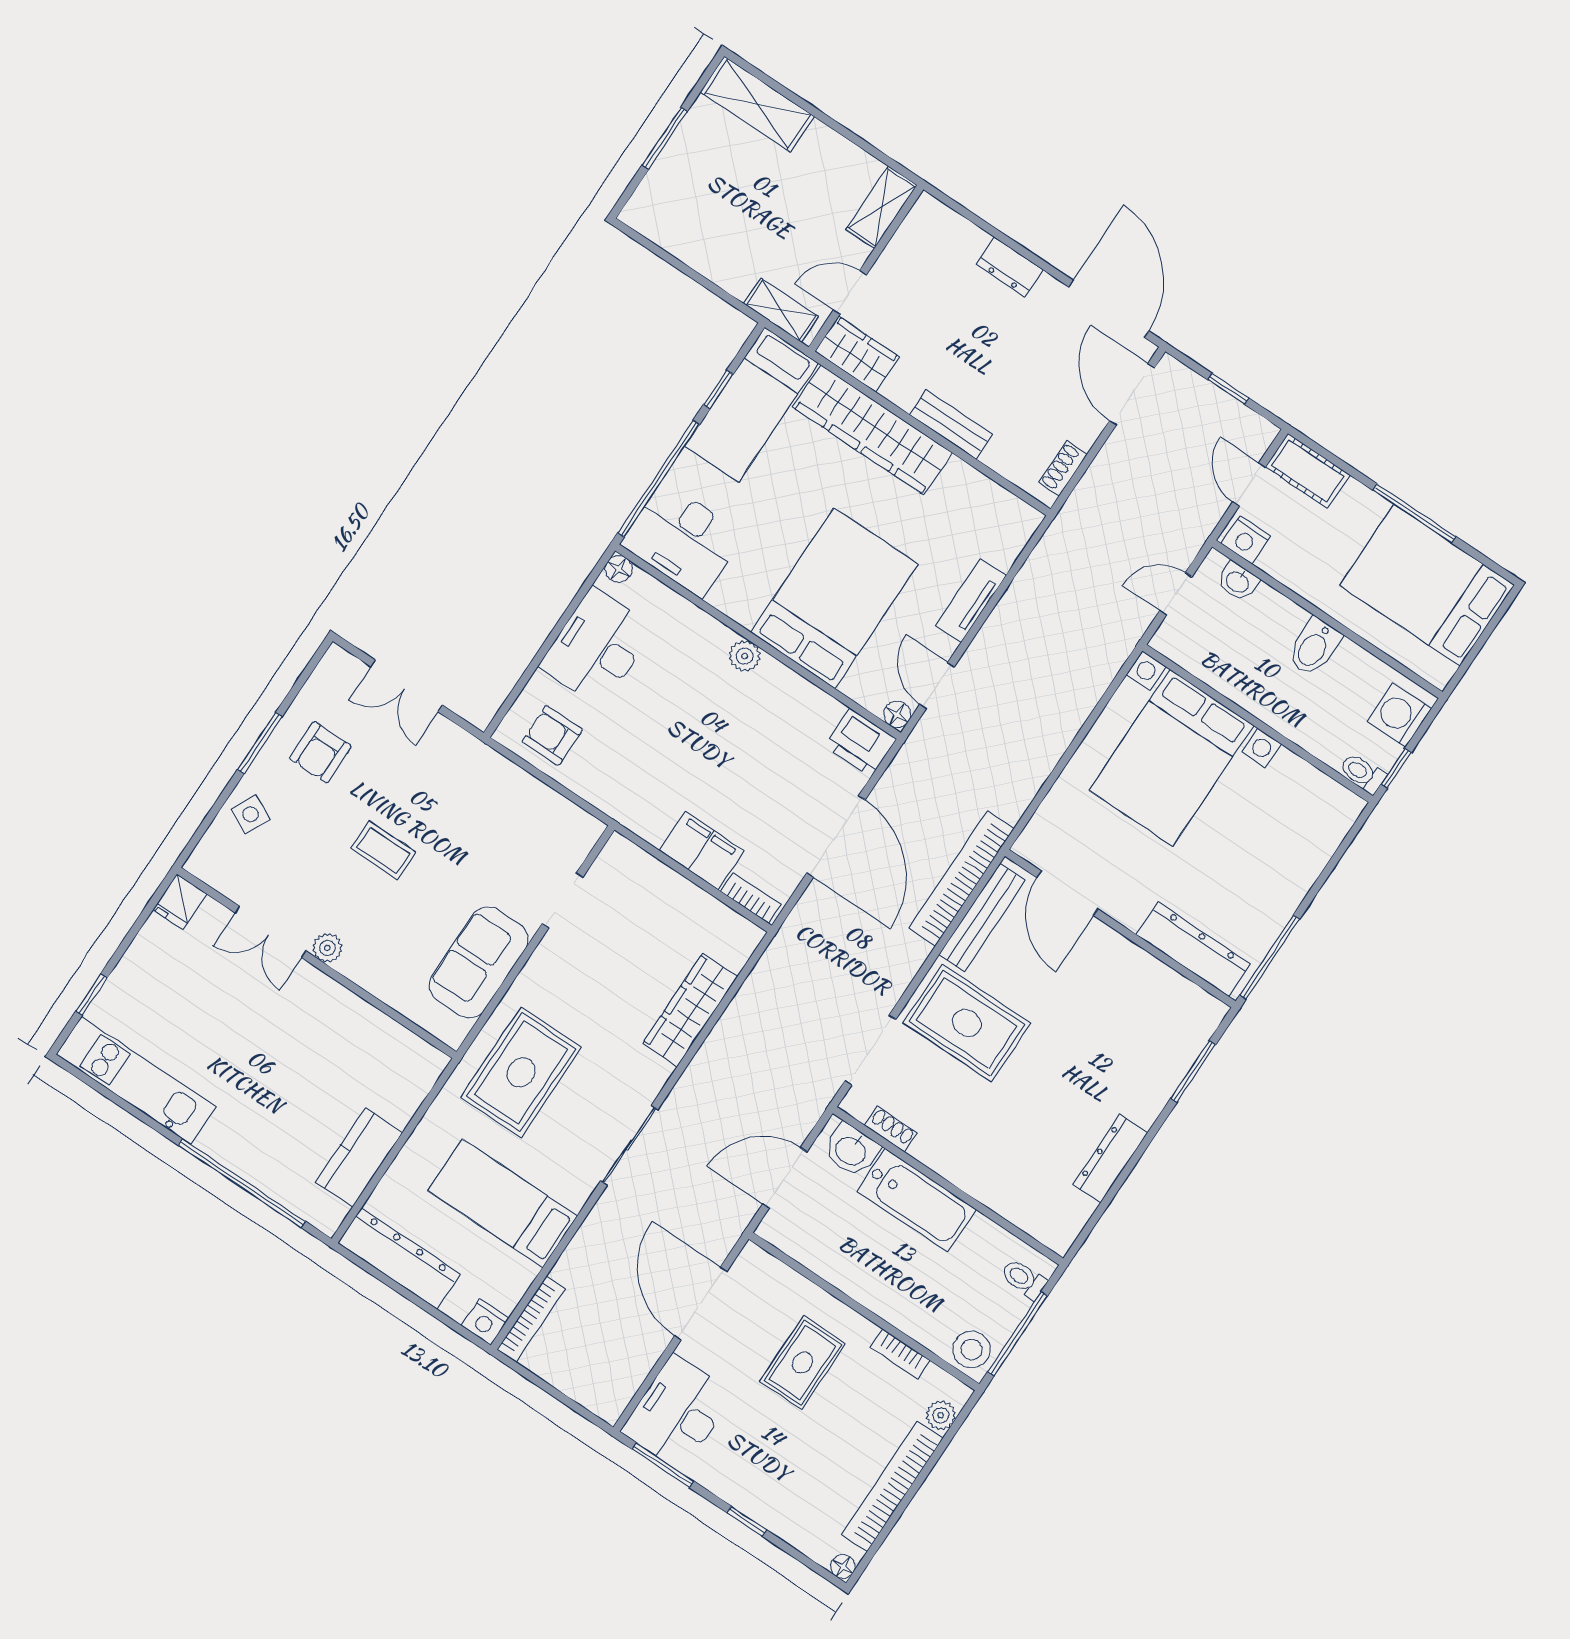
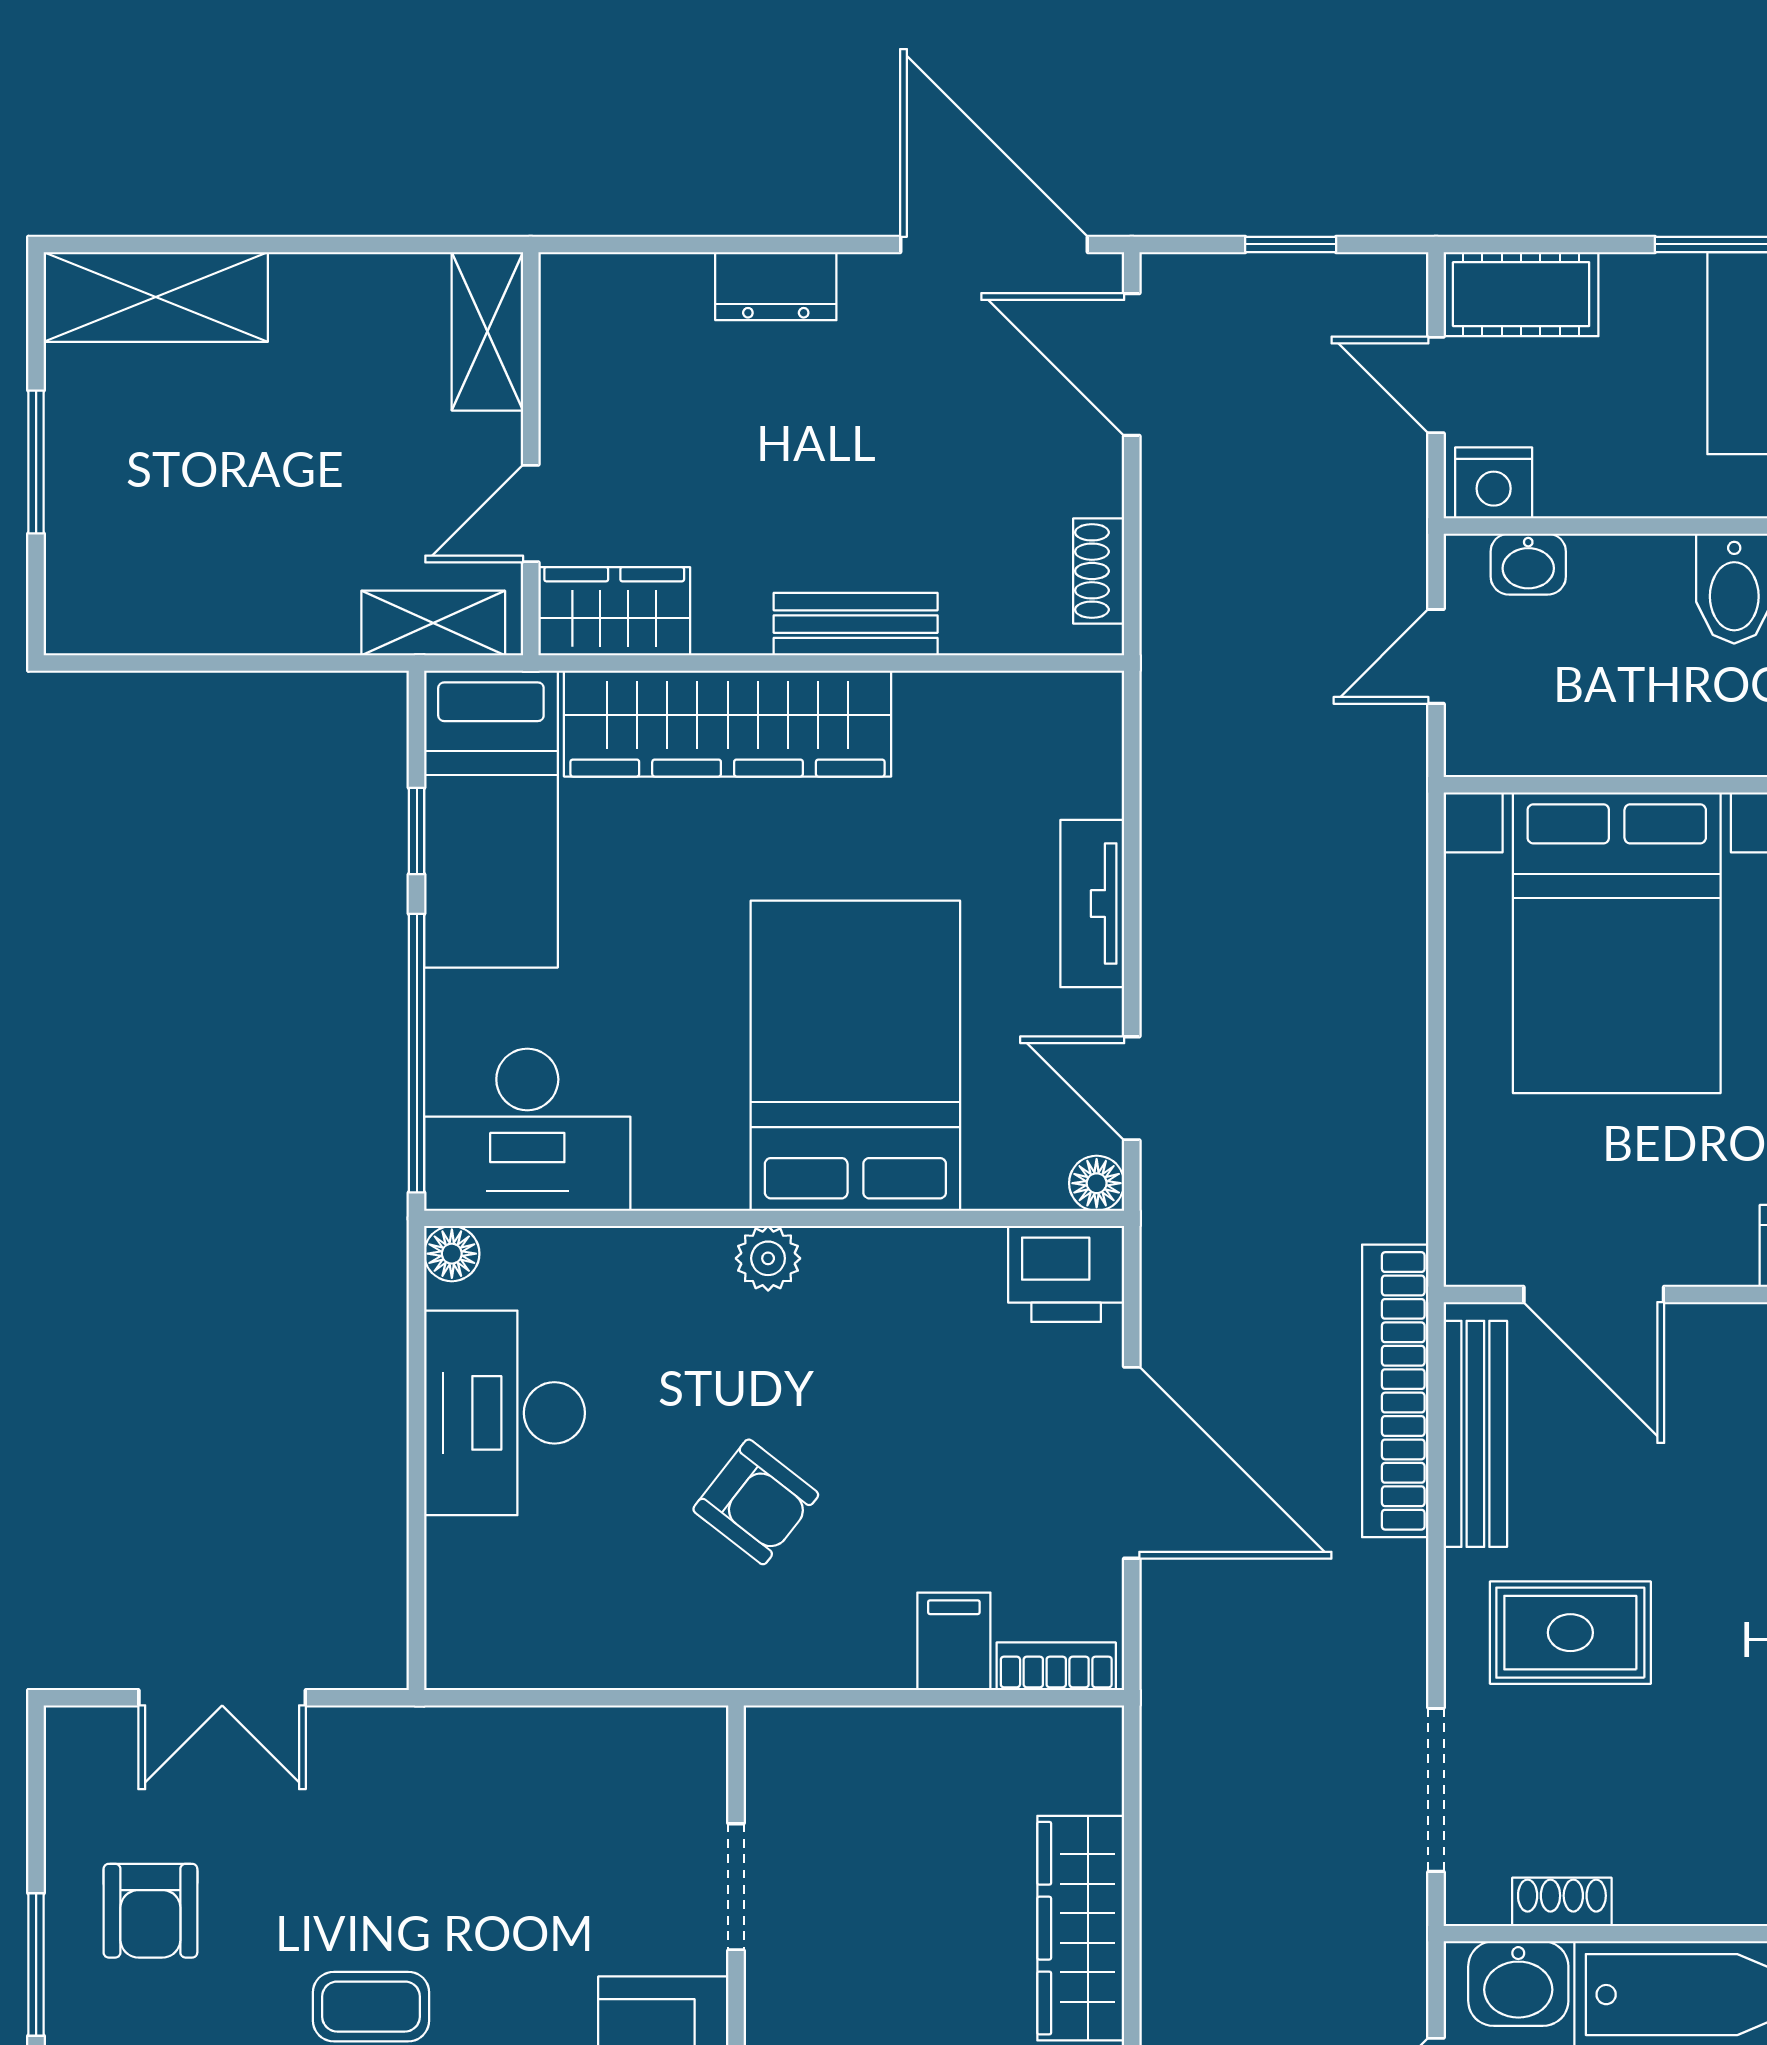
armchair: (552, 735) -> (756, 1502), moved, turned -142
filing cabinet: (702, 851) -> (954, 1641), width x0.50
rug: (967, 1023) -> (1570, 1633), width x0.73, depth x0.70

